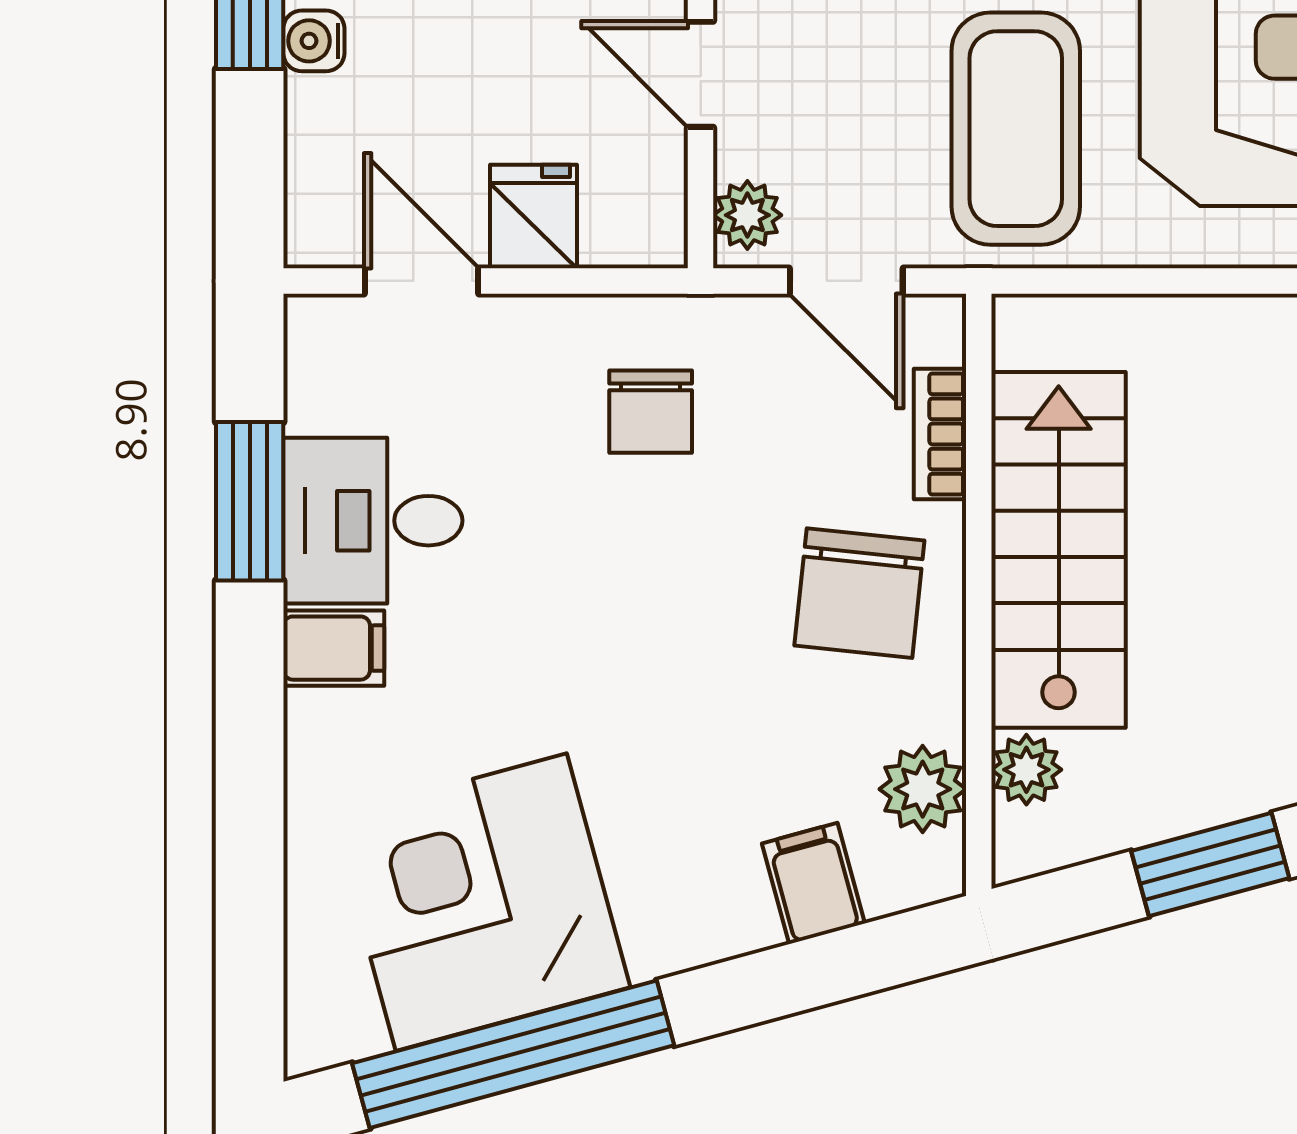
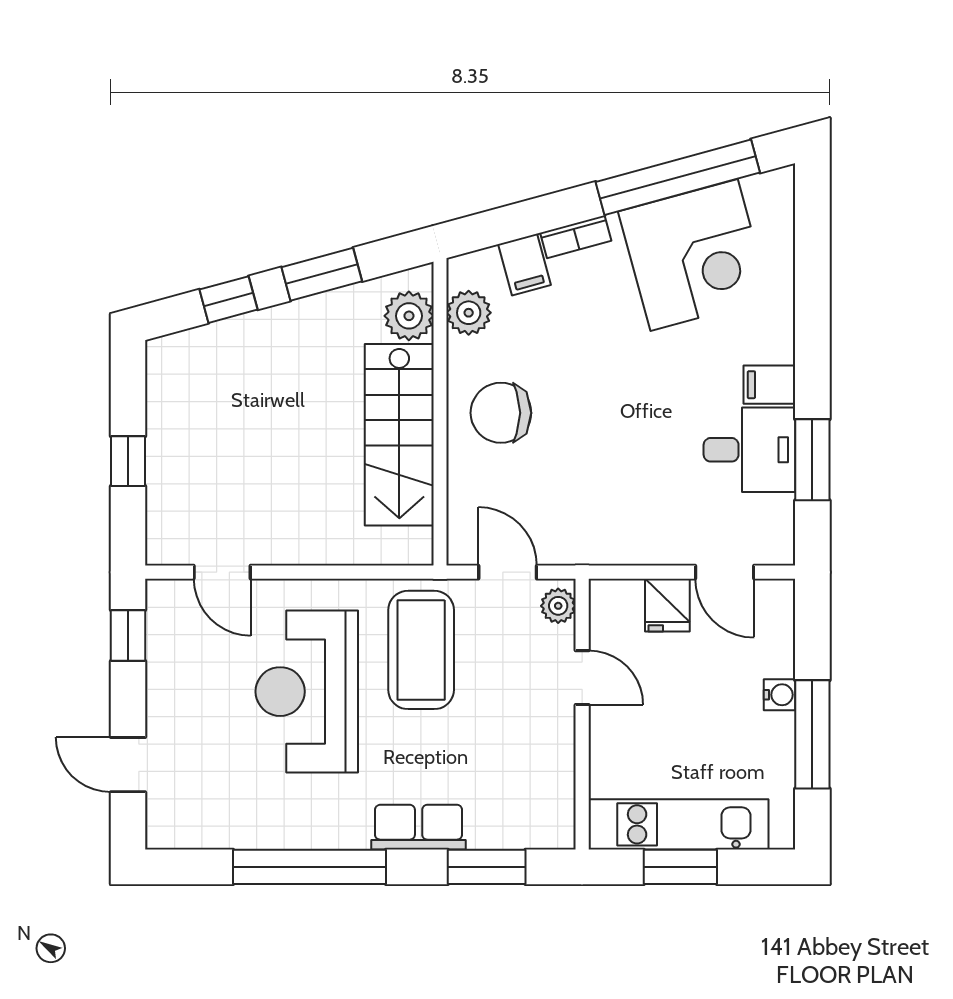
chair: (651, 412) -> (608, 505), removed
bookcase: (940, 434) -> (576, 237), moved, turned 75
chair: (859, 593) -> (501, 413), turned -96
plant: (1026, 770) -> (409, 316), width x1.38, depth x1.38

